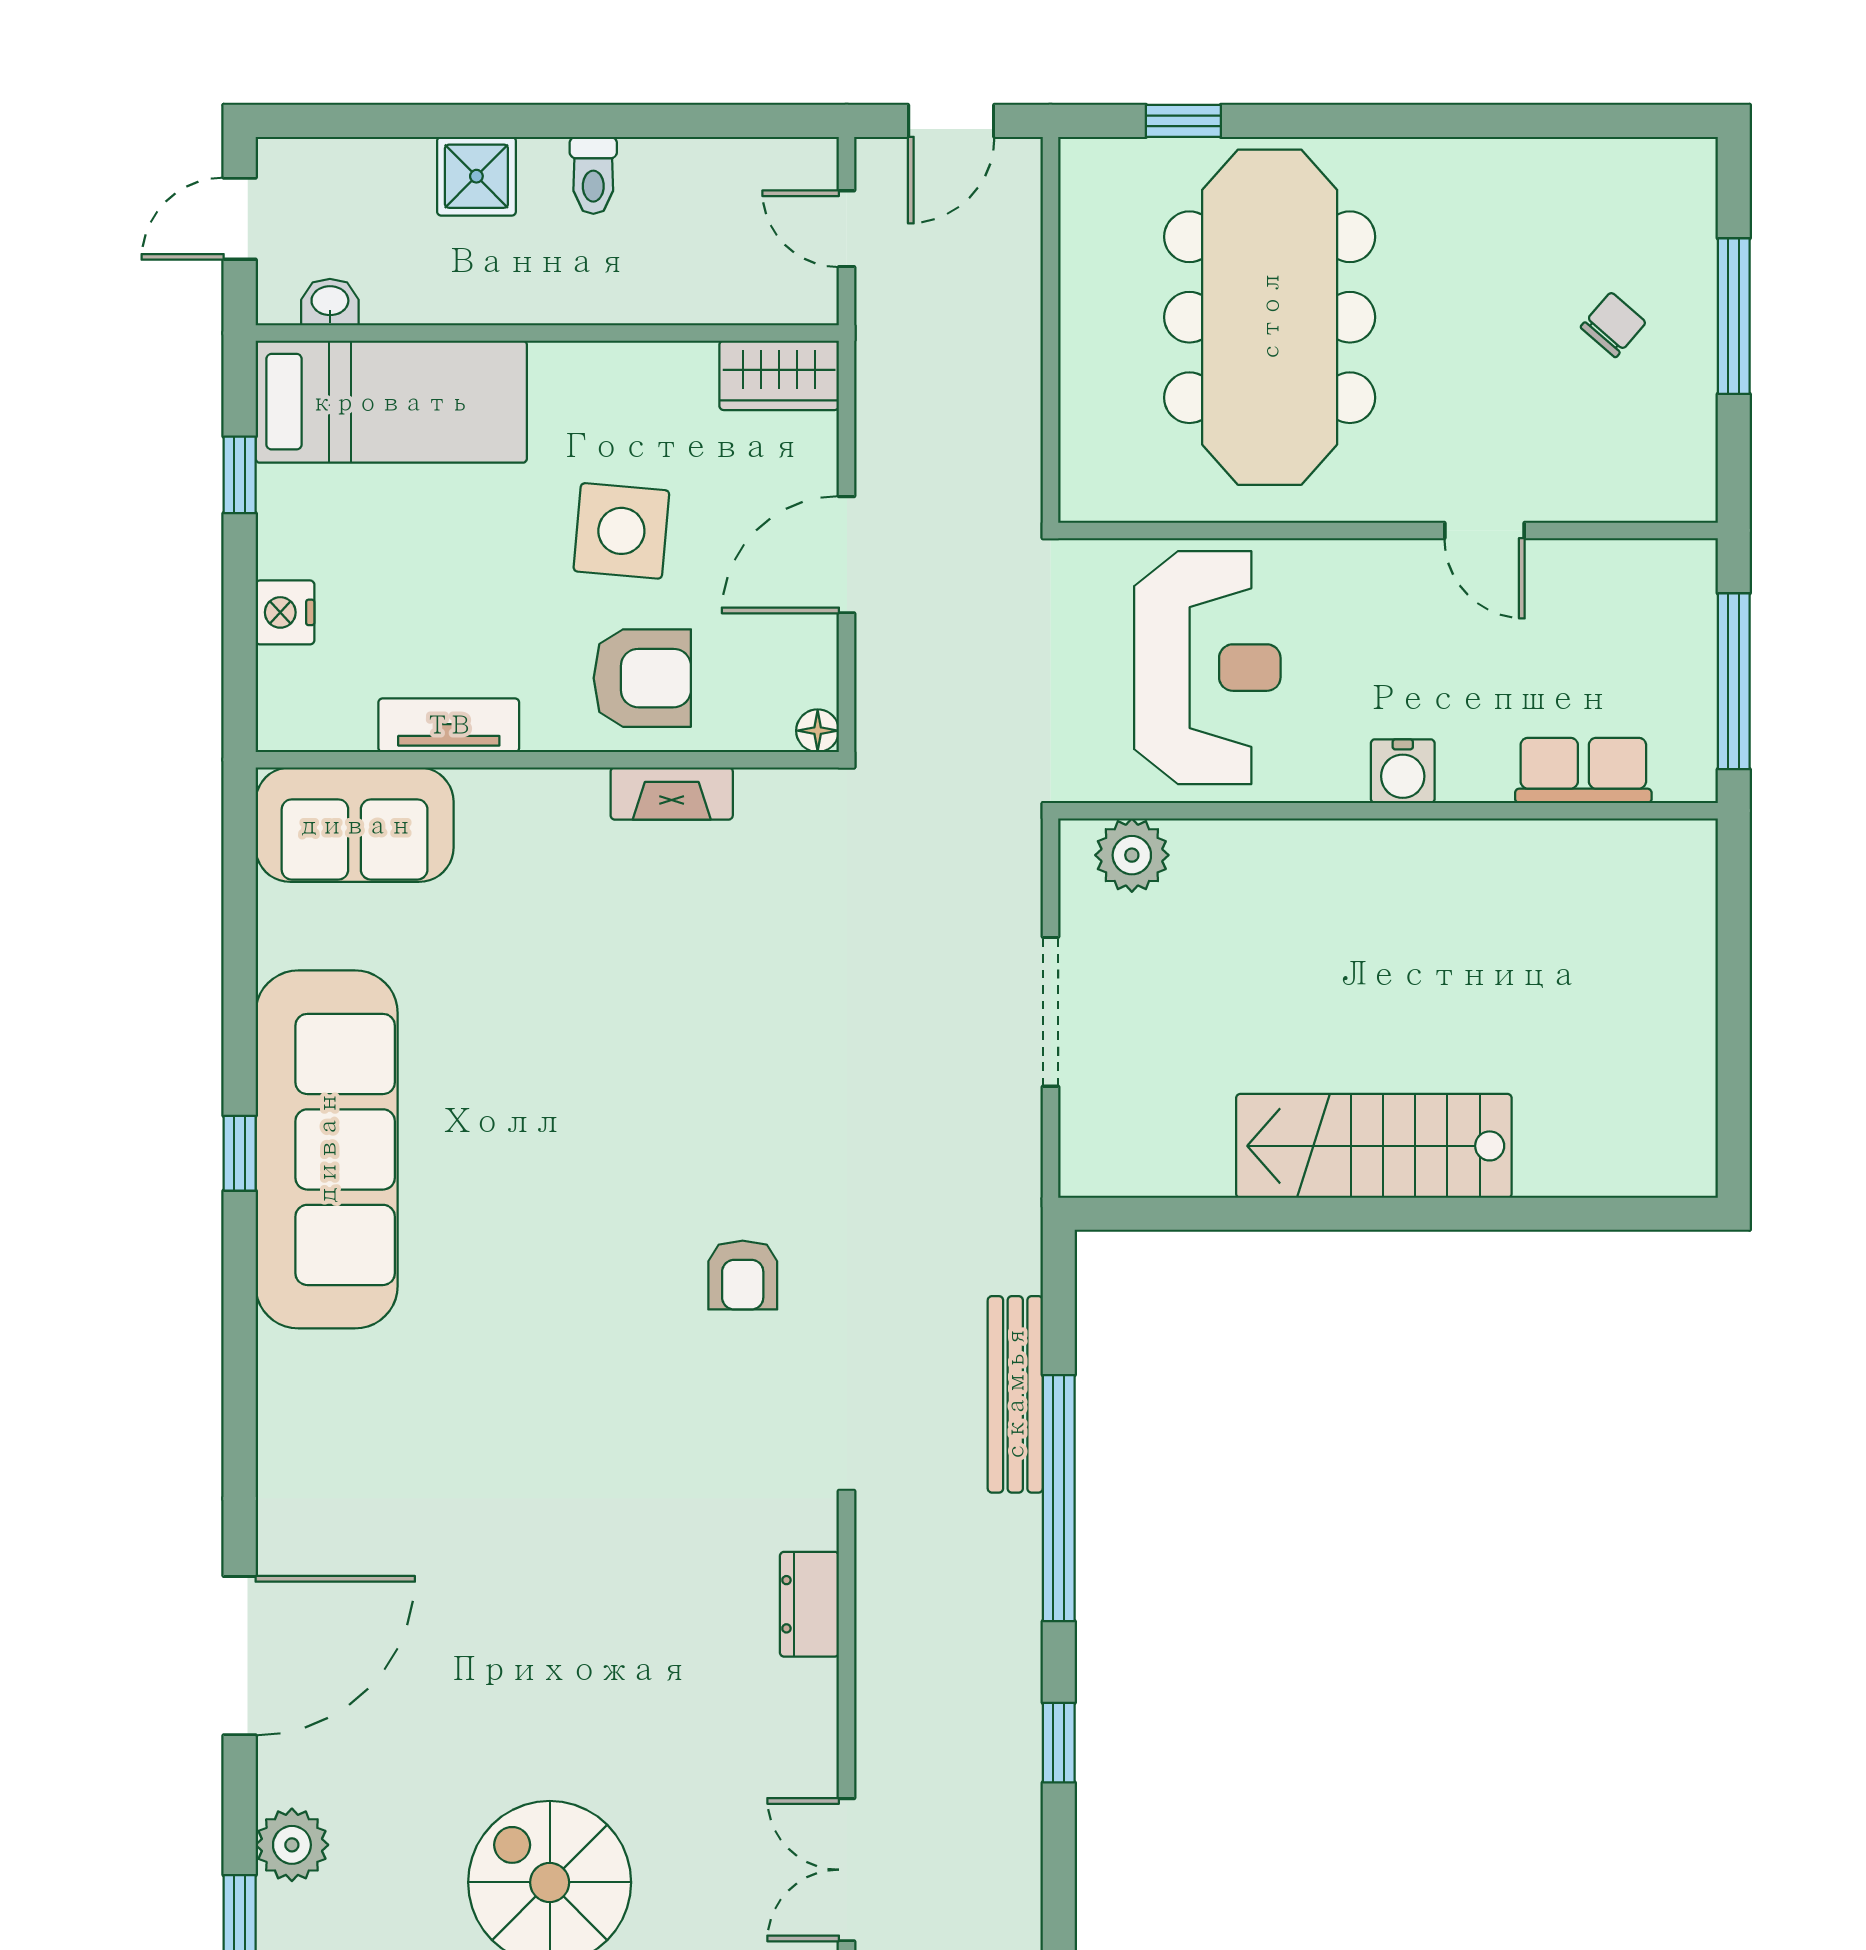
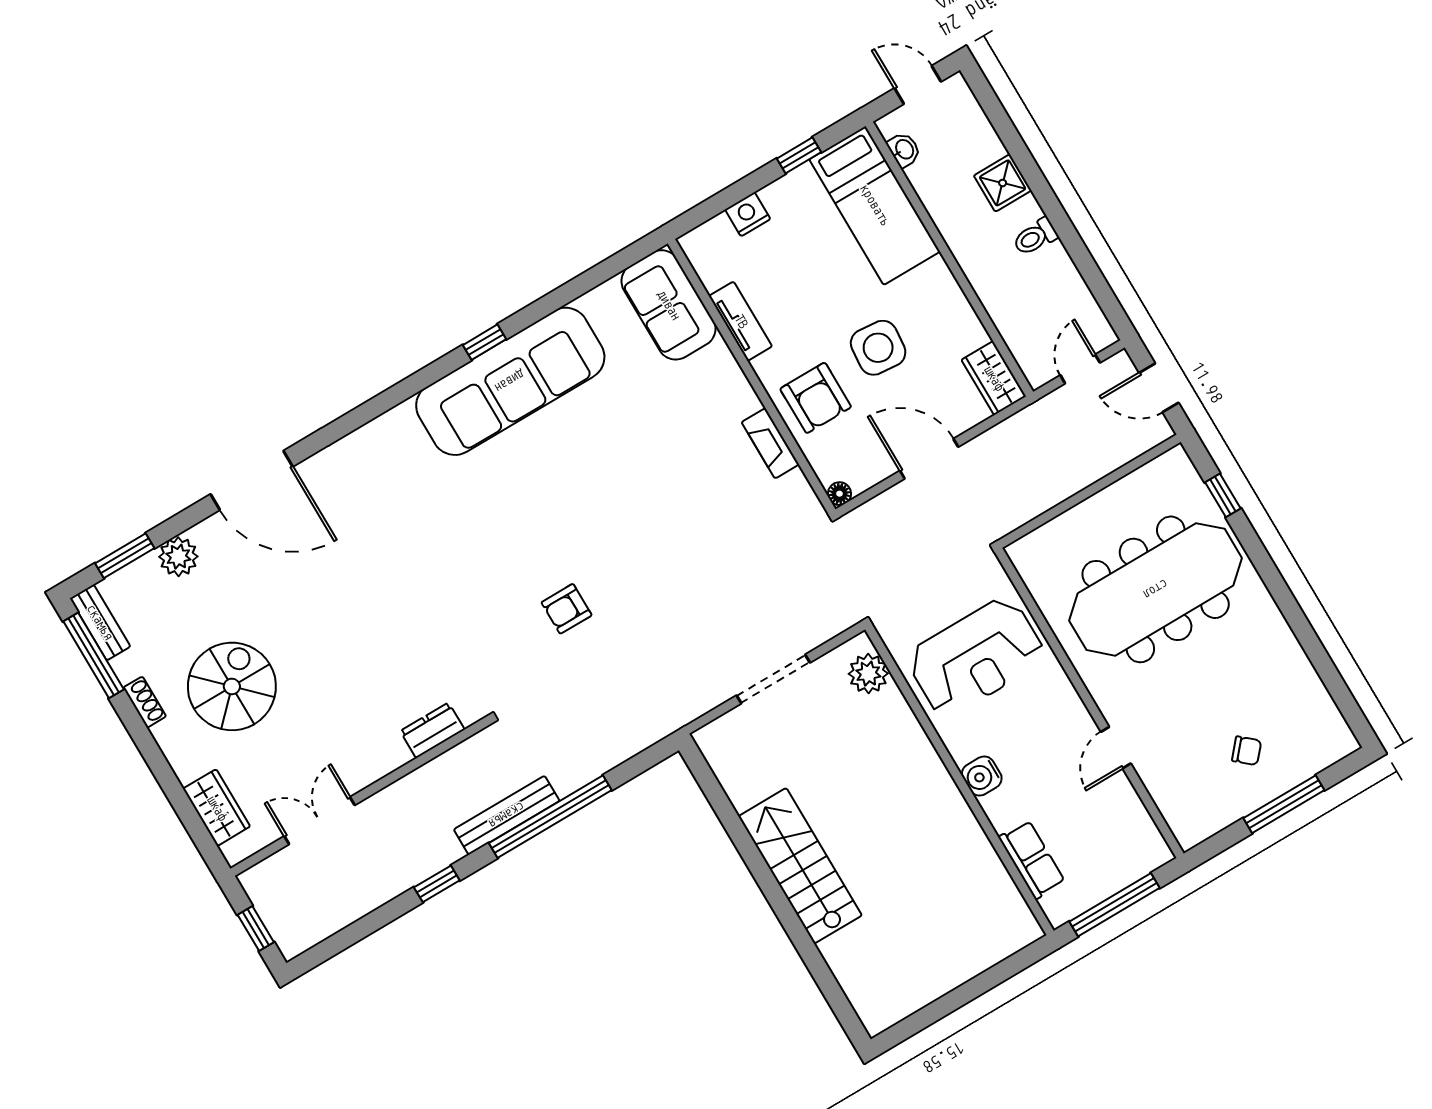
bench: (1015, 1394) -> (507, 815), moved

